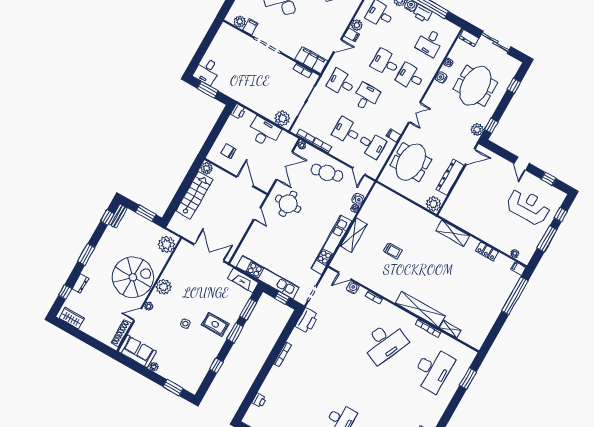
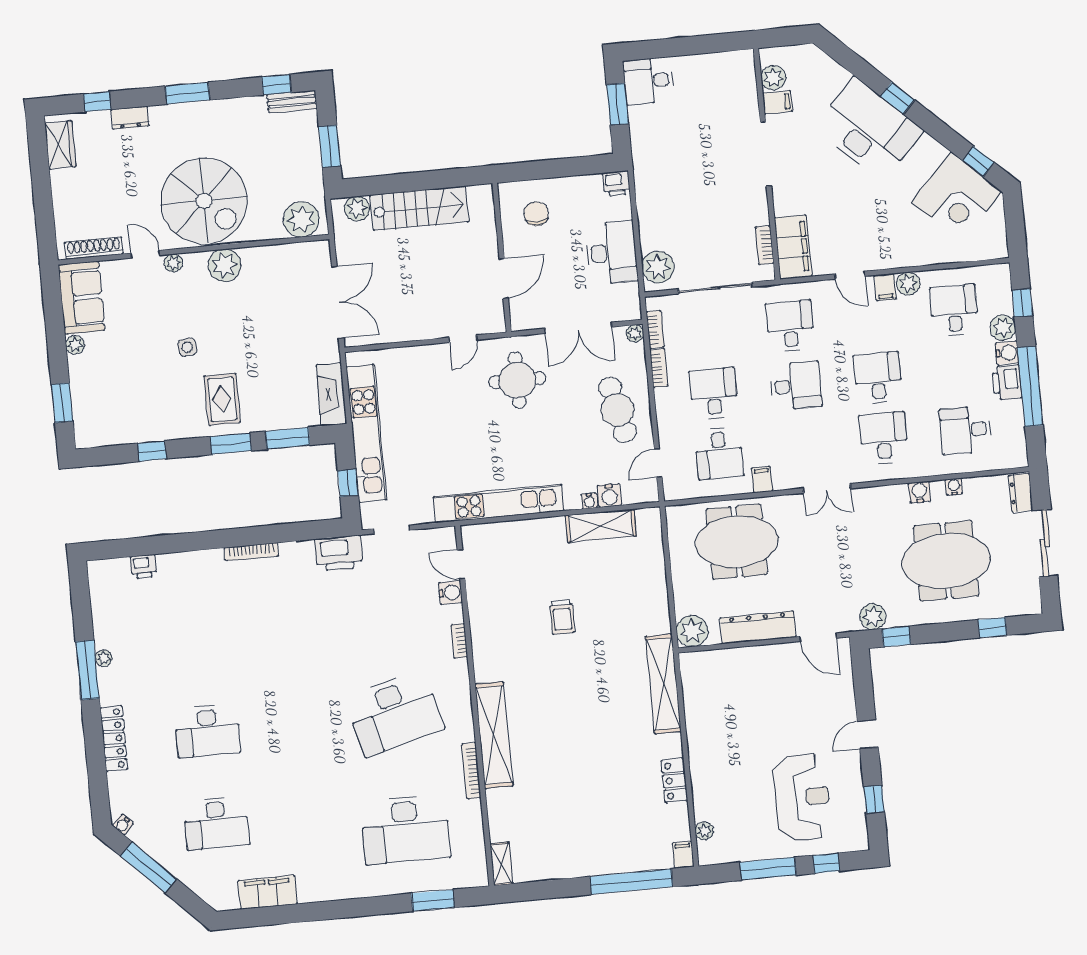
plant: (207, 168) -> (357, 209), moved
shelving: (453, 233) -> (663, 684), width x1.47
shelving: (354, 235) -> (601, 526), moved
shelving: (450, 329) -> (501, 864), moved
desk: (385, 342) -> (394, 713), turned -39

